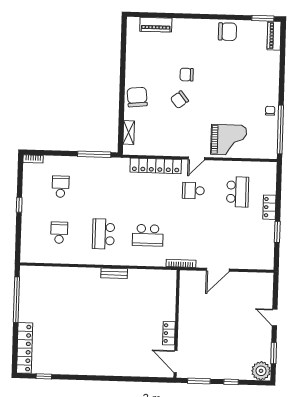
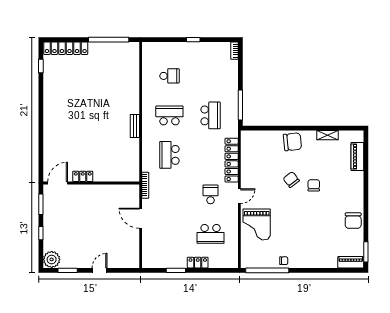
shelving: (129, 133) -> (328, 135), moved
door: (196, 158) -> (239, 196), swing flipped
school desk: (61, 187) -> (211, 115), moved, width x1.85

